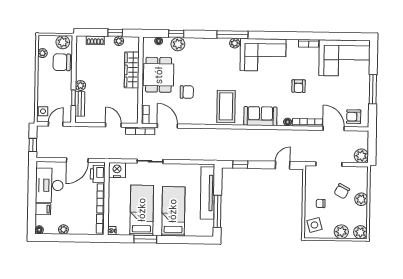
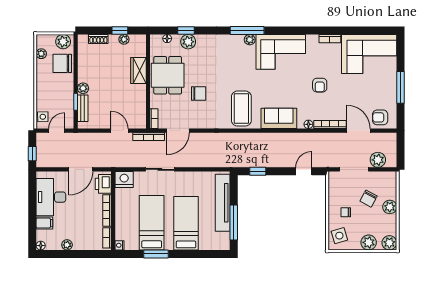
wardrobe: (132, 70) -> (138, 71), width x0.67
door: (167, 126) -> (178, 131), swing flipped
plant: (361, 156) -> (378, 160), moved

